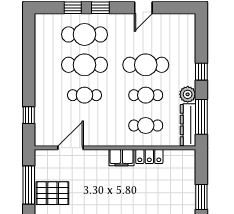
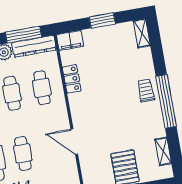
door: (71, 148) -> (74, 142), moved
filing cabinet: (122, 158) -> (70, 40), moved, turned 90

